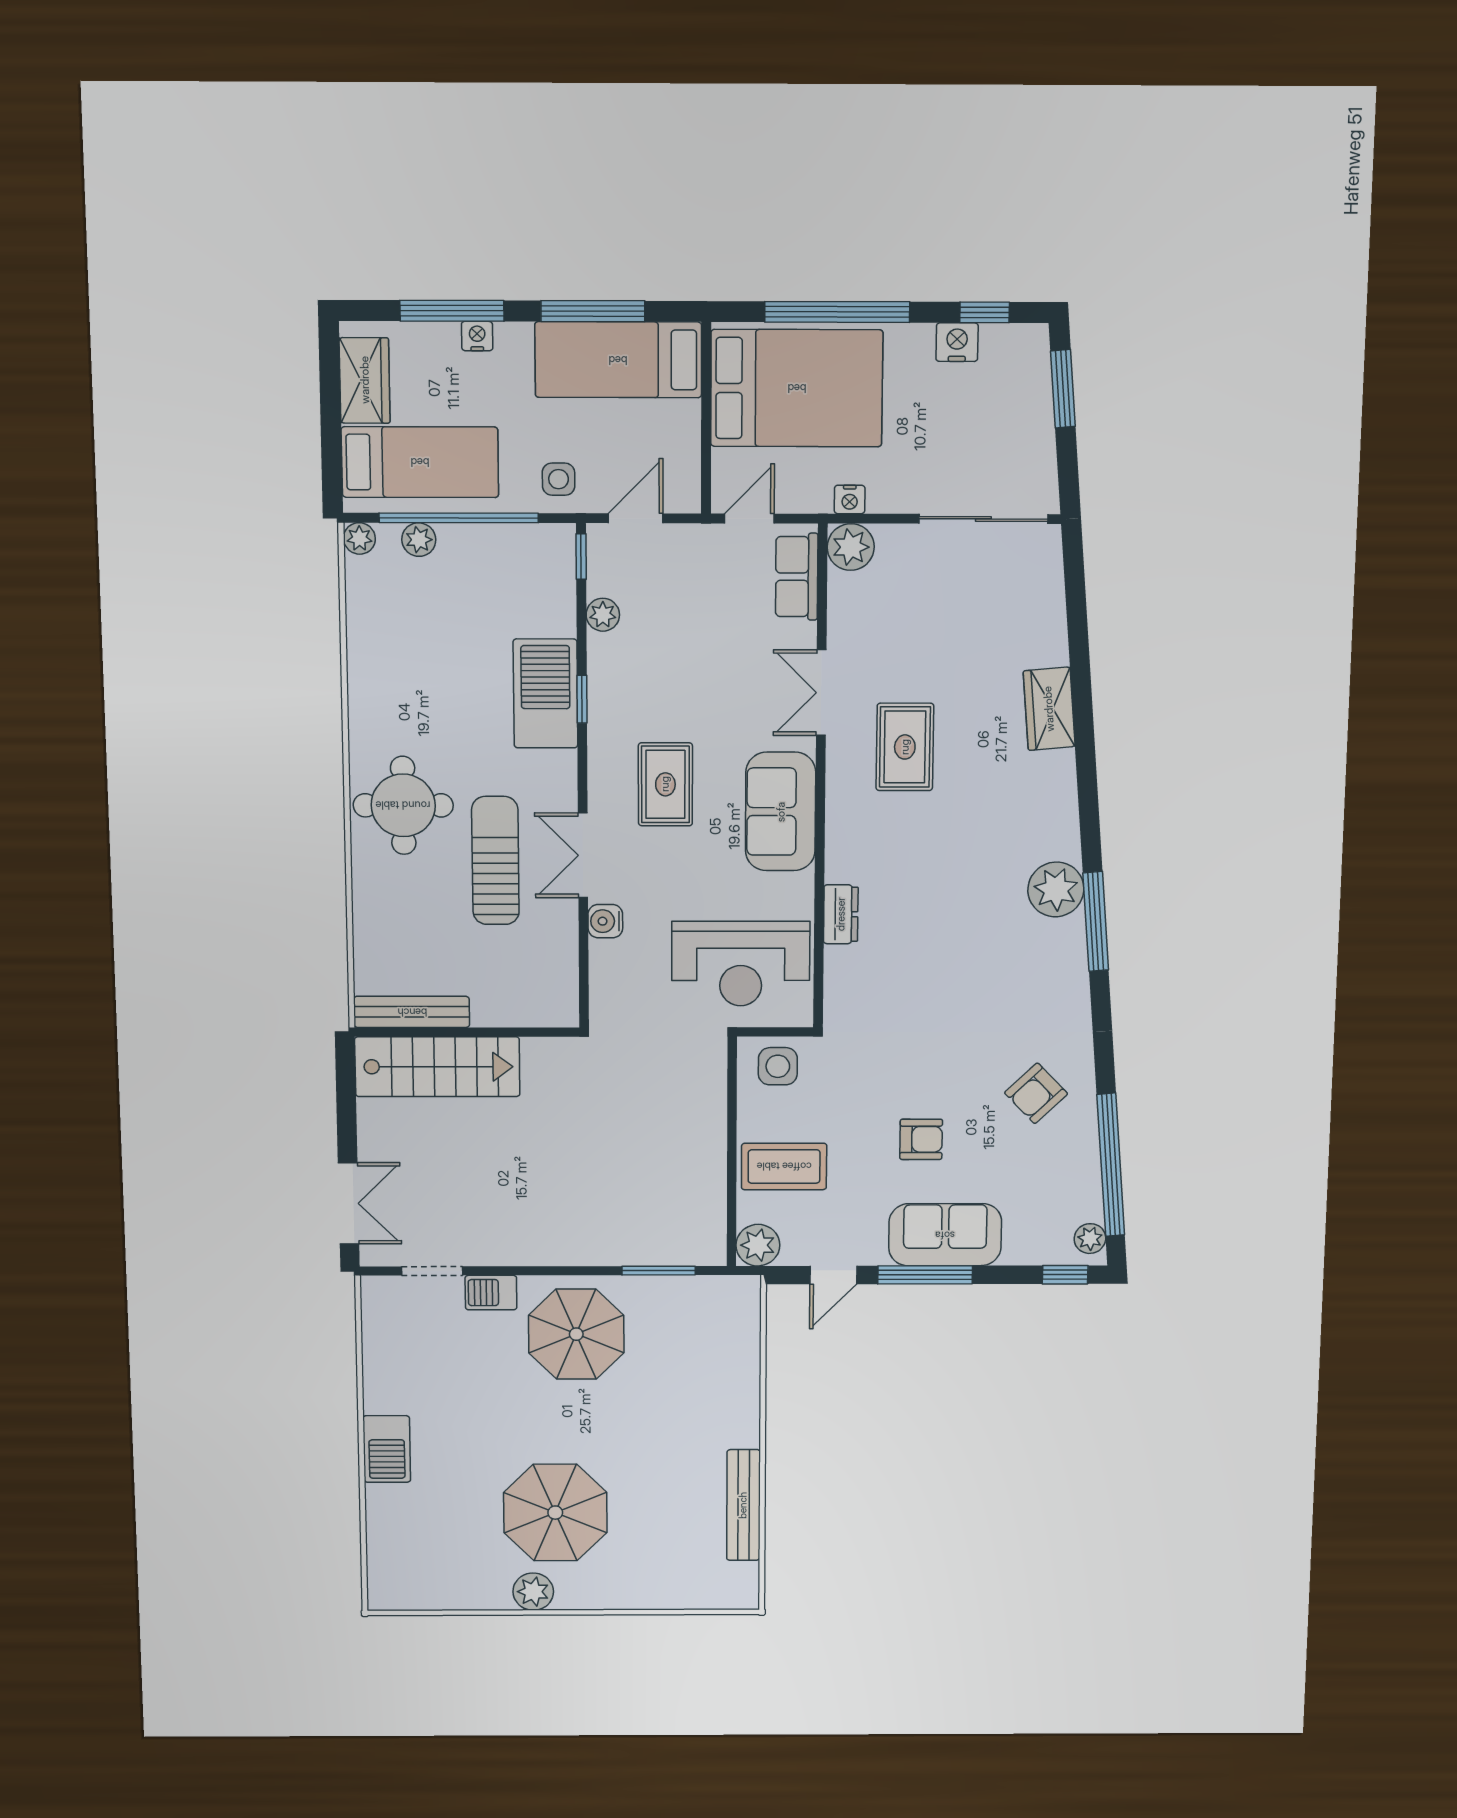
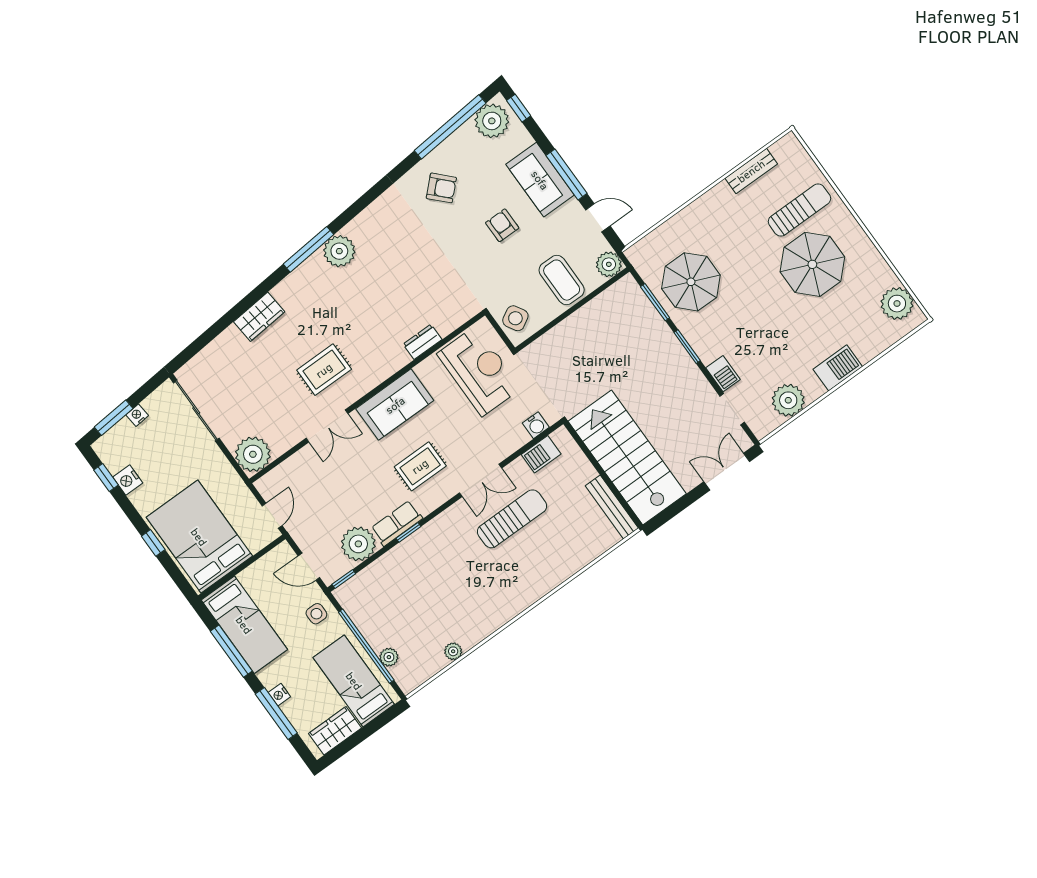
window: (837, 312) -> (153, 543), width x0.32
nightstand: (850, 499) -> (137, 415), moved, turned -95
door: (749, 518) -> (272, 516), swing flipped
plant: (359, 538) -> (453, 651), moved
plant: (851, 547) -> (253, 454), width x1.36, depth x1.36
row of seats: (797, 577) -> (397, 523), moved, turned 180
plant: (603, 615) -> (358, 544), width x1.88, depth x1.88
barbecue: (545, 694) -> (541, 454), moved, width x0.53, depth x0.65
round table: (403, 805) -> (516, 579), removed
sun lounger: (495, 861) -> (512, 519), turned 180
water cooler: (605, 921) -> (536, 425), moved
window: (1096, 922) -> (309, 249), moved
side table: (778, 1066) -> (515, 318), turned -30
stairs: (437, 1067) -> (627, 457), width x1.36, depth x1.51
plant: (1090, 1239) -> (492, 121), width x1.87, depth x1.87
window: (564, 1271) -> (687, 347), added
parasol: (576, 1334) -> (691, 282), moved
plant: (390, 1354) -> (788, 400), added
bench: (743, 1505) -> (751, 171), width x0.73
sun lounger: (643, 1546) -> (799, 210), added
plant: (533, 1592) -> (897, 304), moved, width x1.36, depth x1.36

